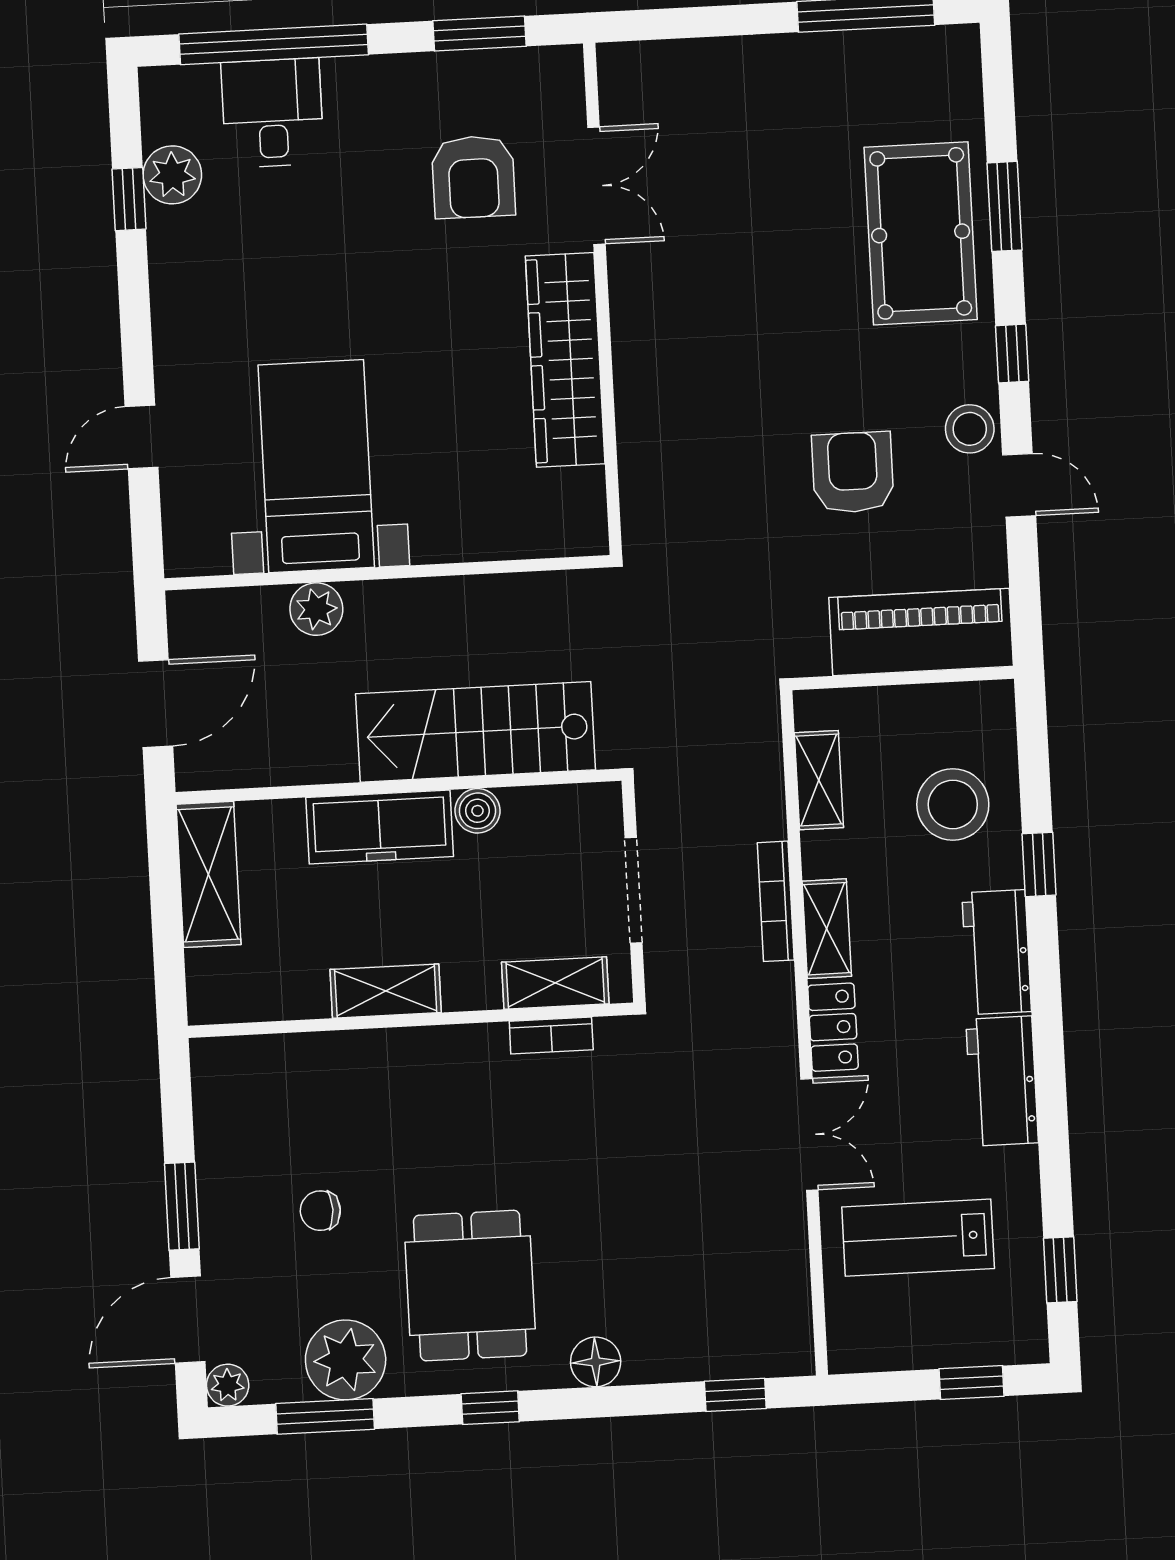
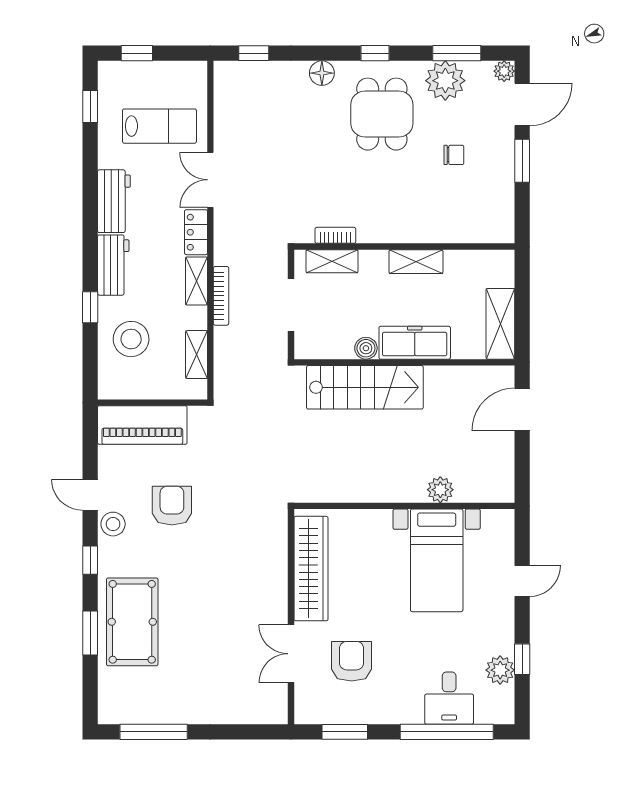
door: (142, 437) -> (522, 581), moved
bed with nightstands: (316, 466) -> (437, 560), moved
armchair: (853, 472) -> (172, 506), turned 180
wall: (387, 573) -> (404, 506), moved
plant: (316, 609) -> (440, 490), moved

